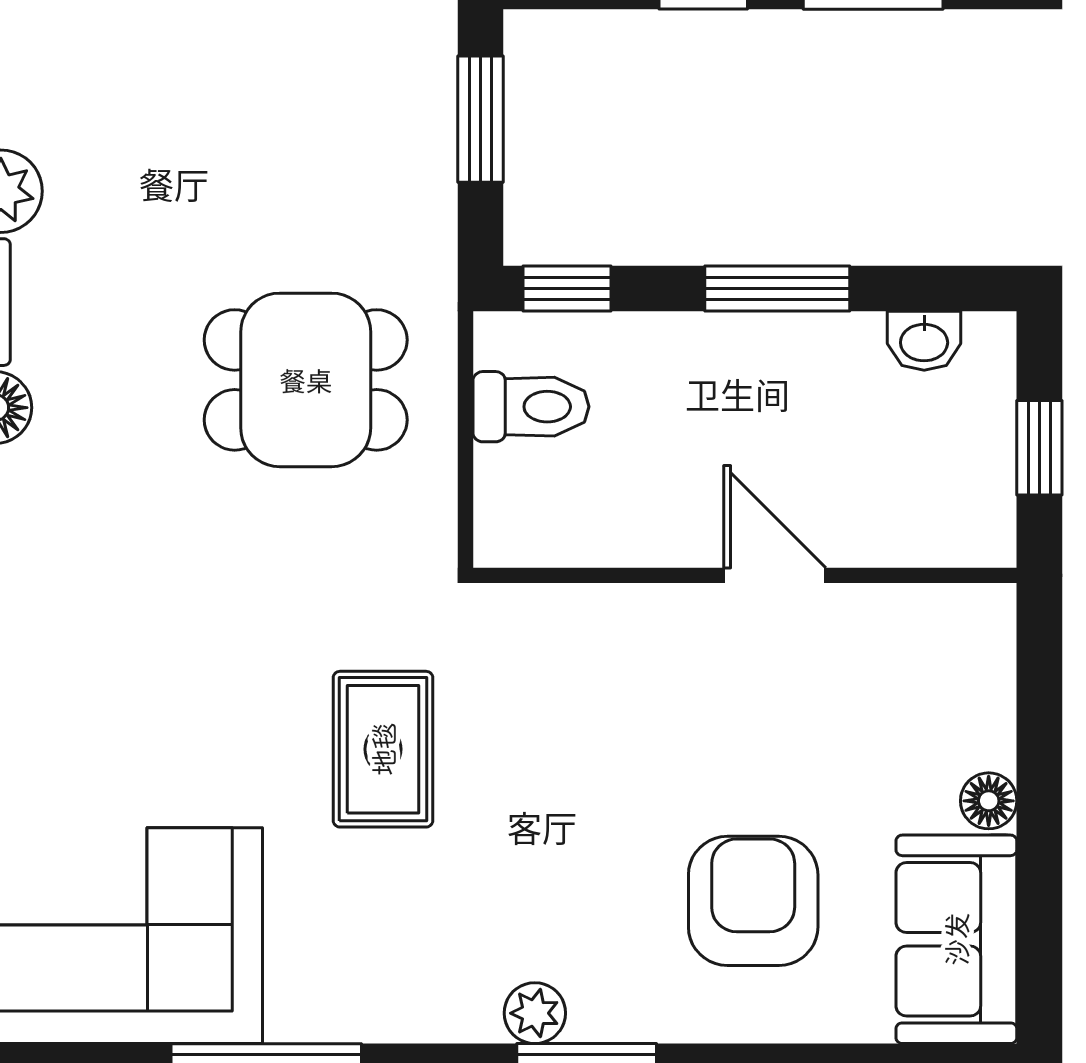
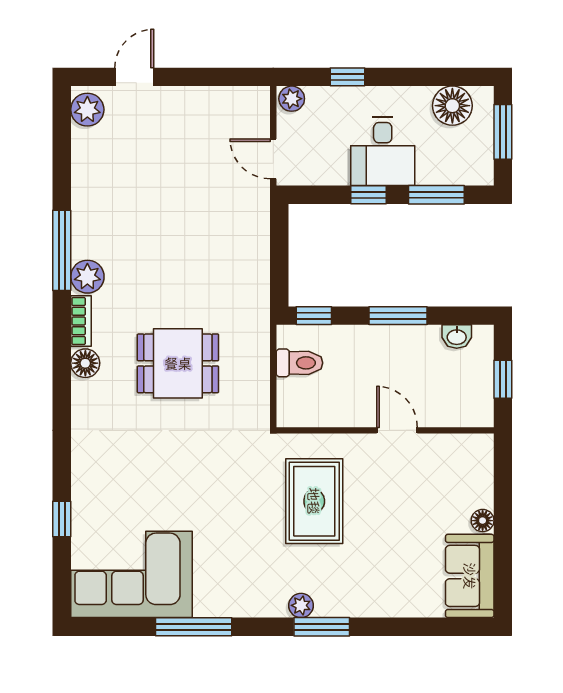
window: (481, 119) -> (279, 248), removed
dining table: (306, 380) -> (178, 363), moved
rug: (383, 749) -> (314, 501), moved, width x1.36, depth x1.43
armchair: (753, 901) -> (388, 561), removed

